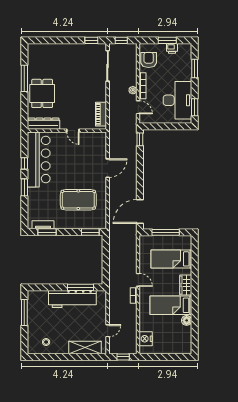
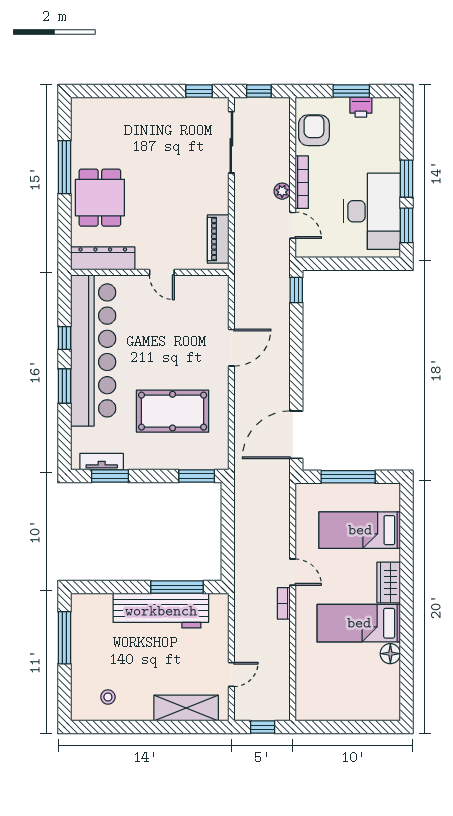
window: (195, 68) -> (406, 179), moved
bar counter: (39, 159) -> (93, 350), width x1.36
nightstand: (146, 339) -> (308, 690), removed

